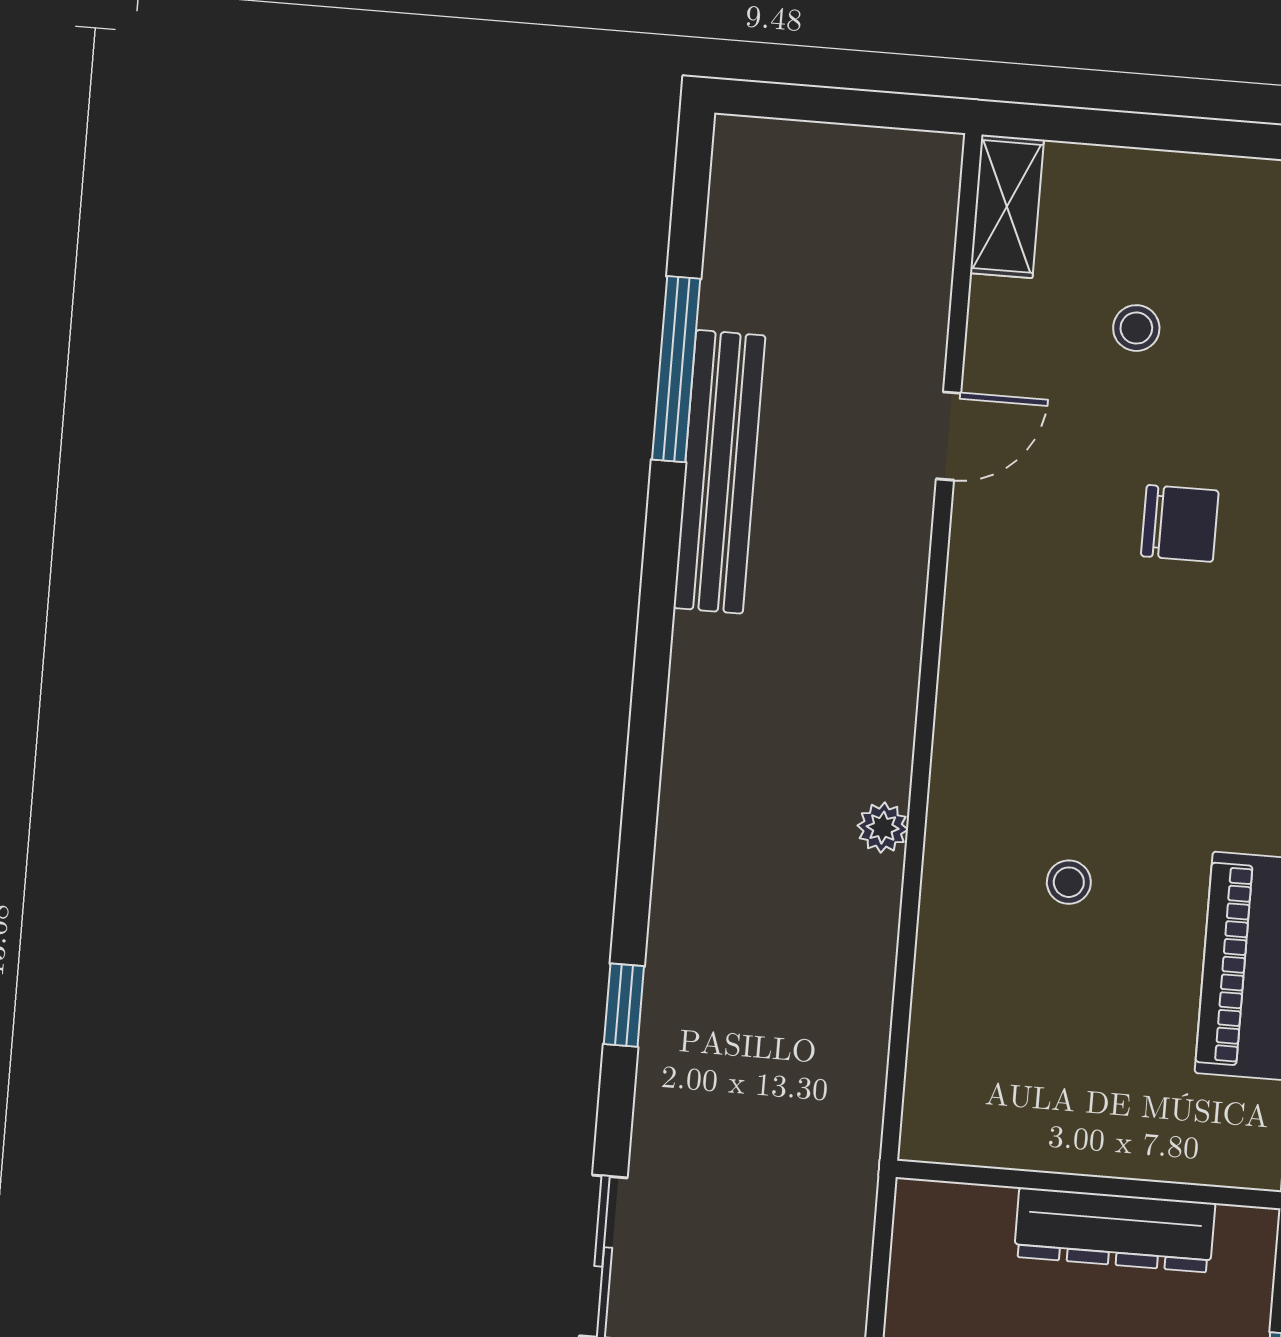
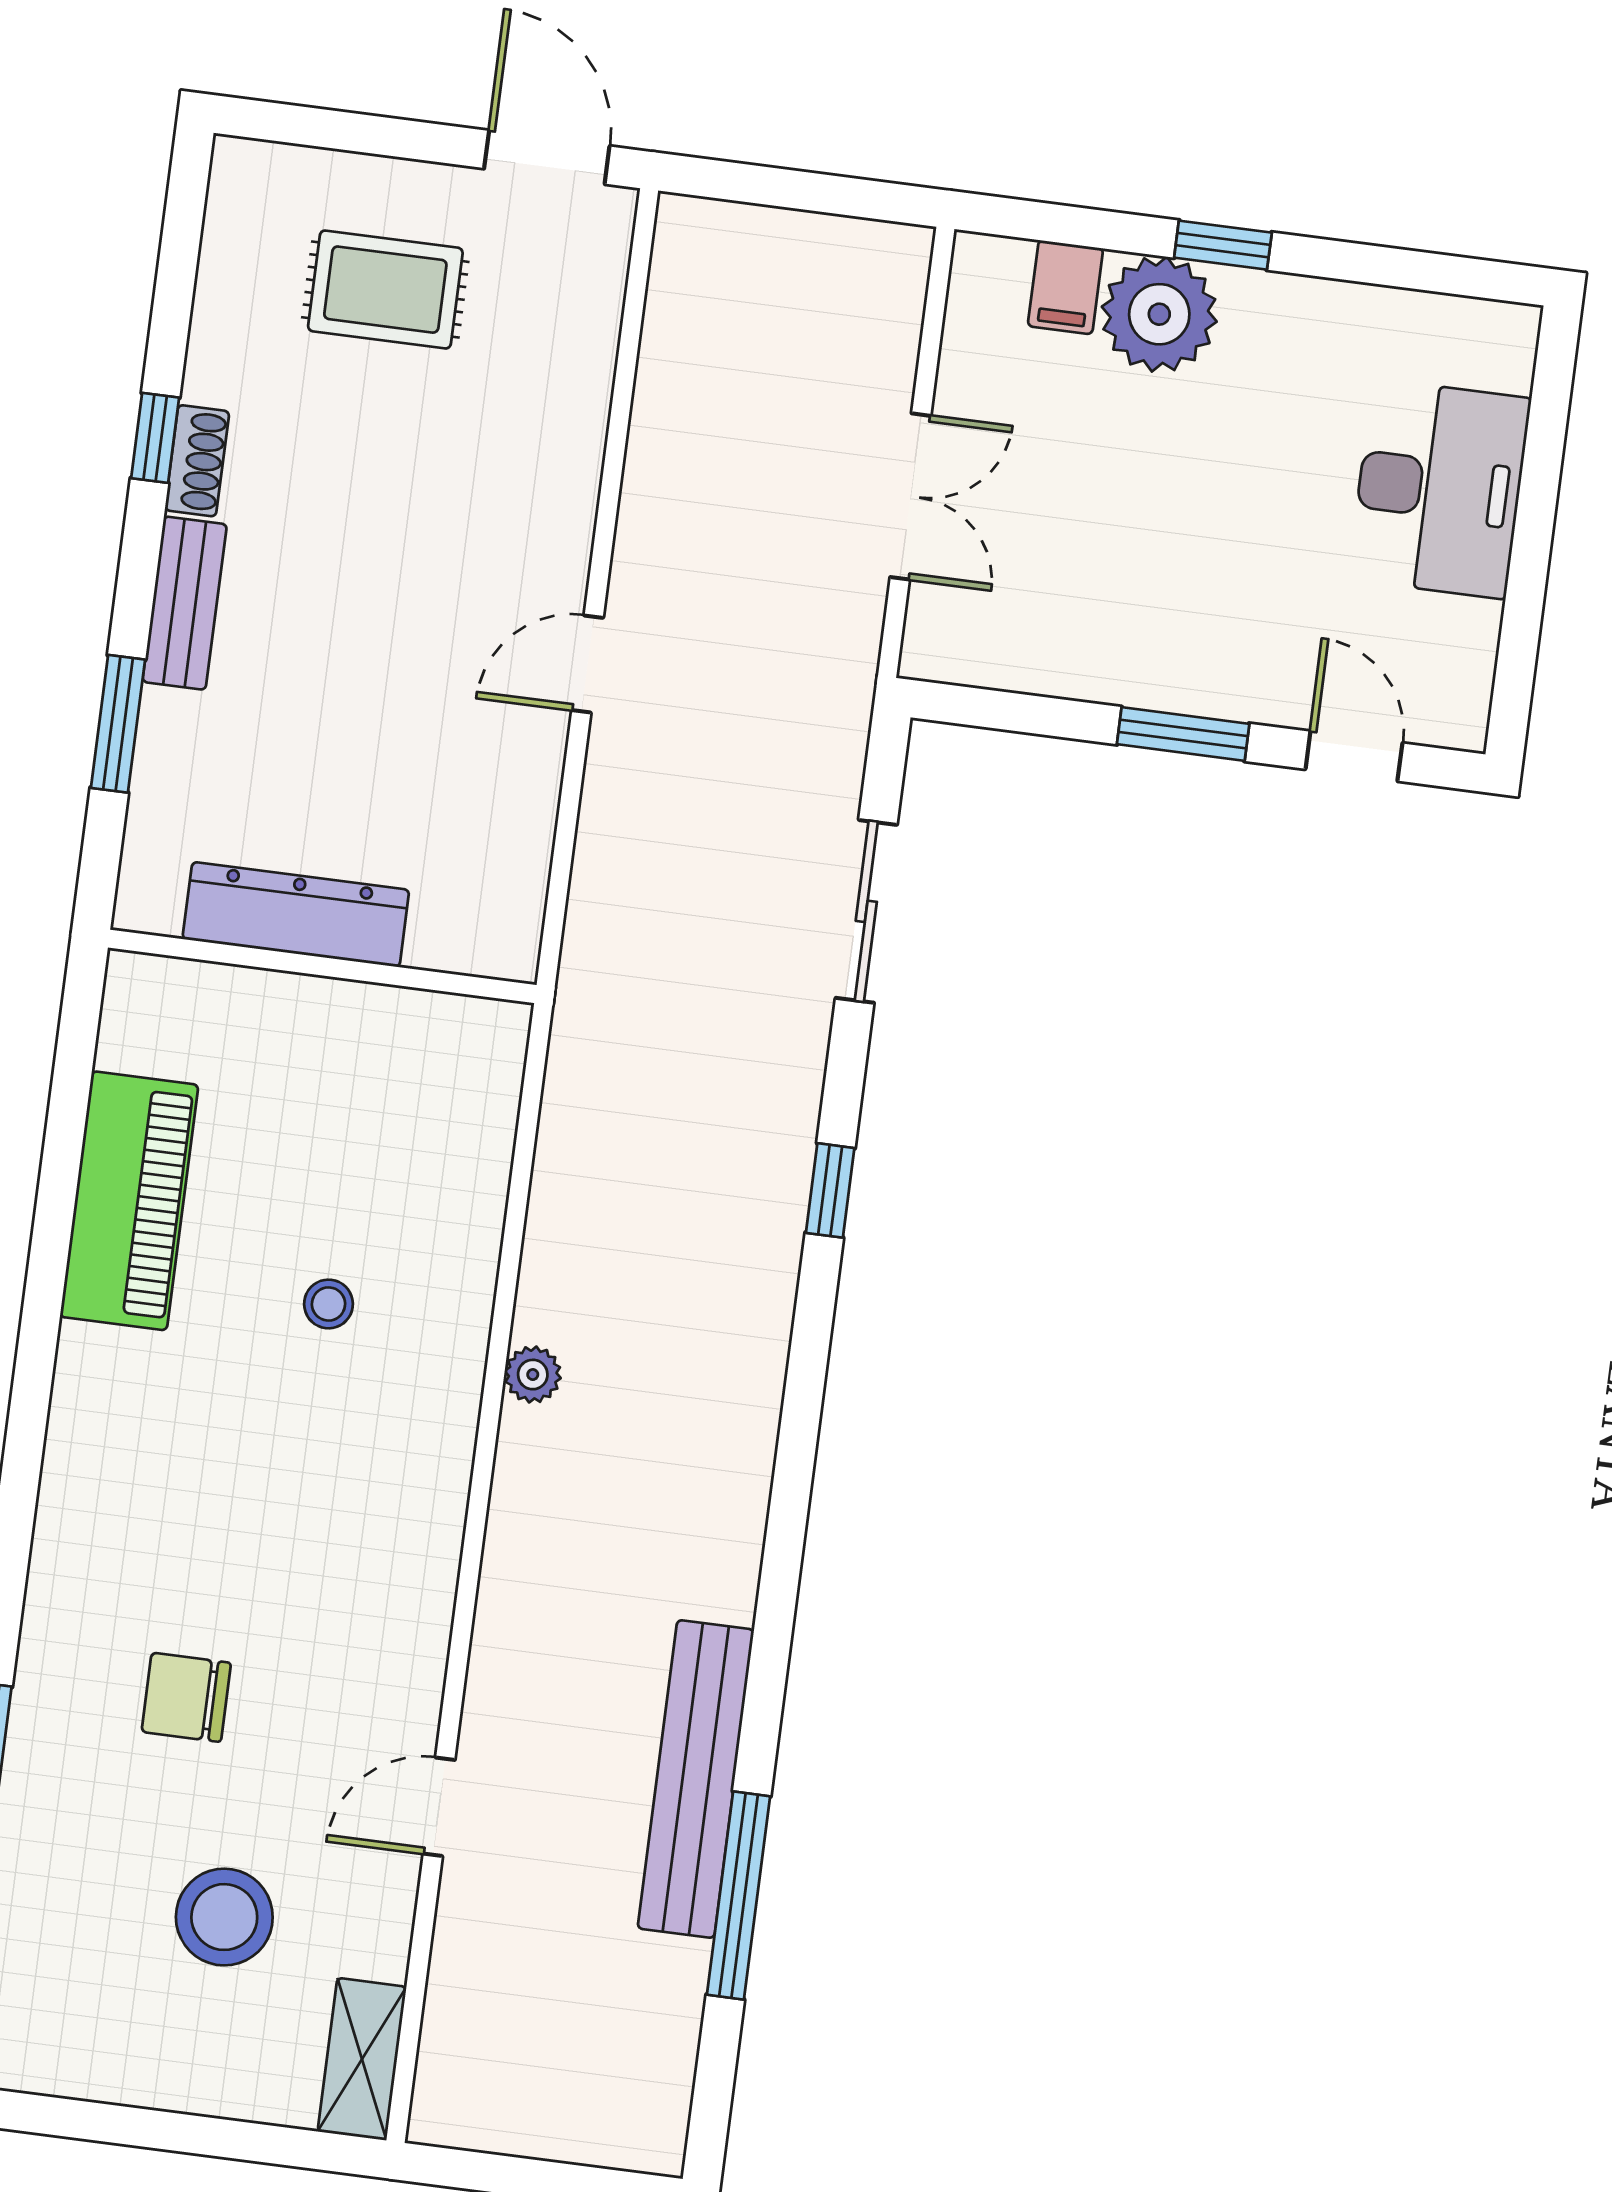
stool: (1136, 328) -> (224, 1917), width x1.89, depth x1.89

